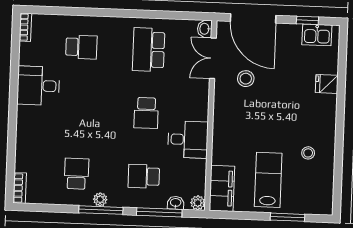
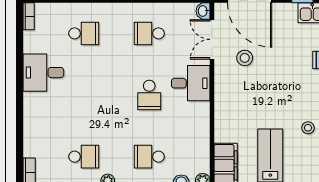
school desk: (149, 50) -> (149, 33), width x0.54
desk: (188, 139) -> (191, 83), moved
school desk: (76, 174) -> (84, 157), turned 90

